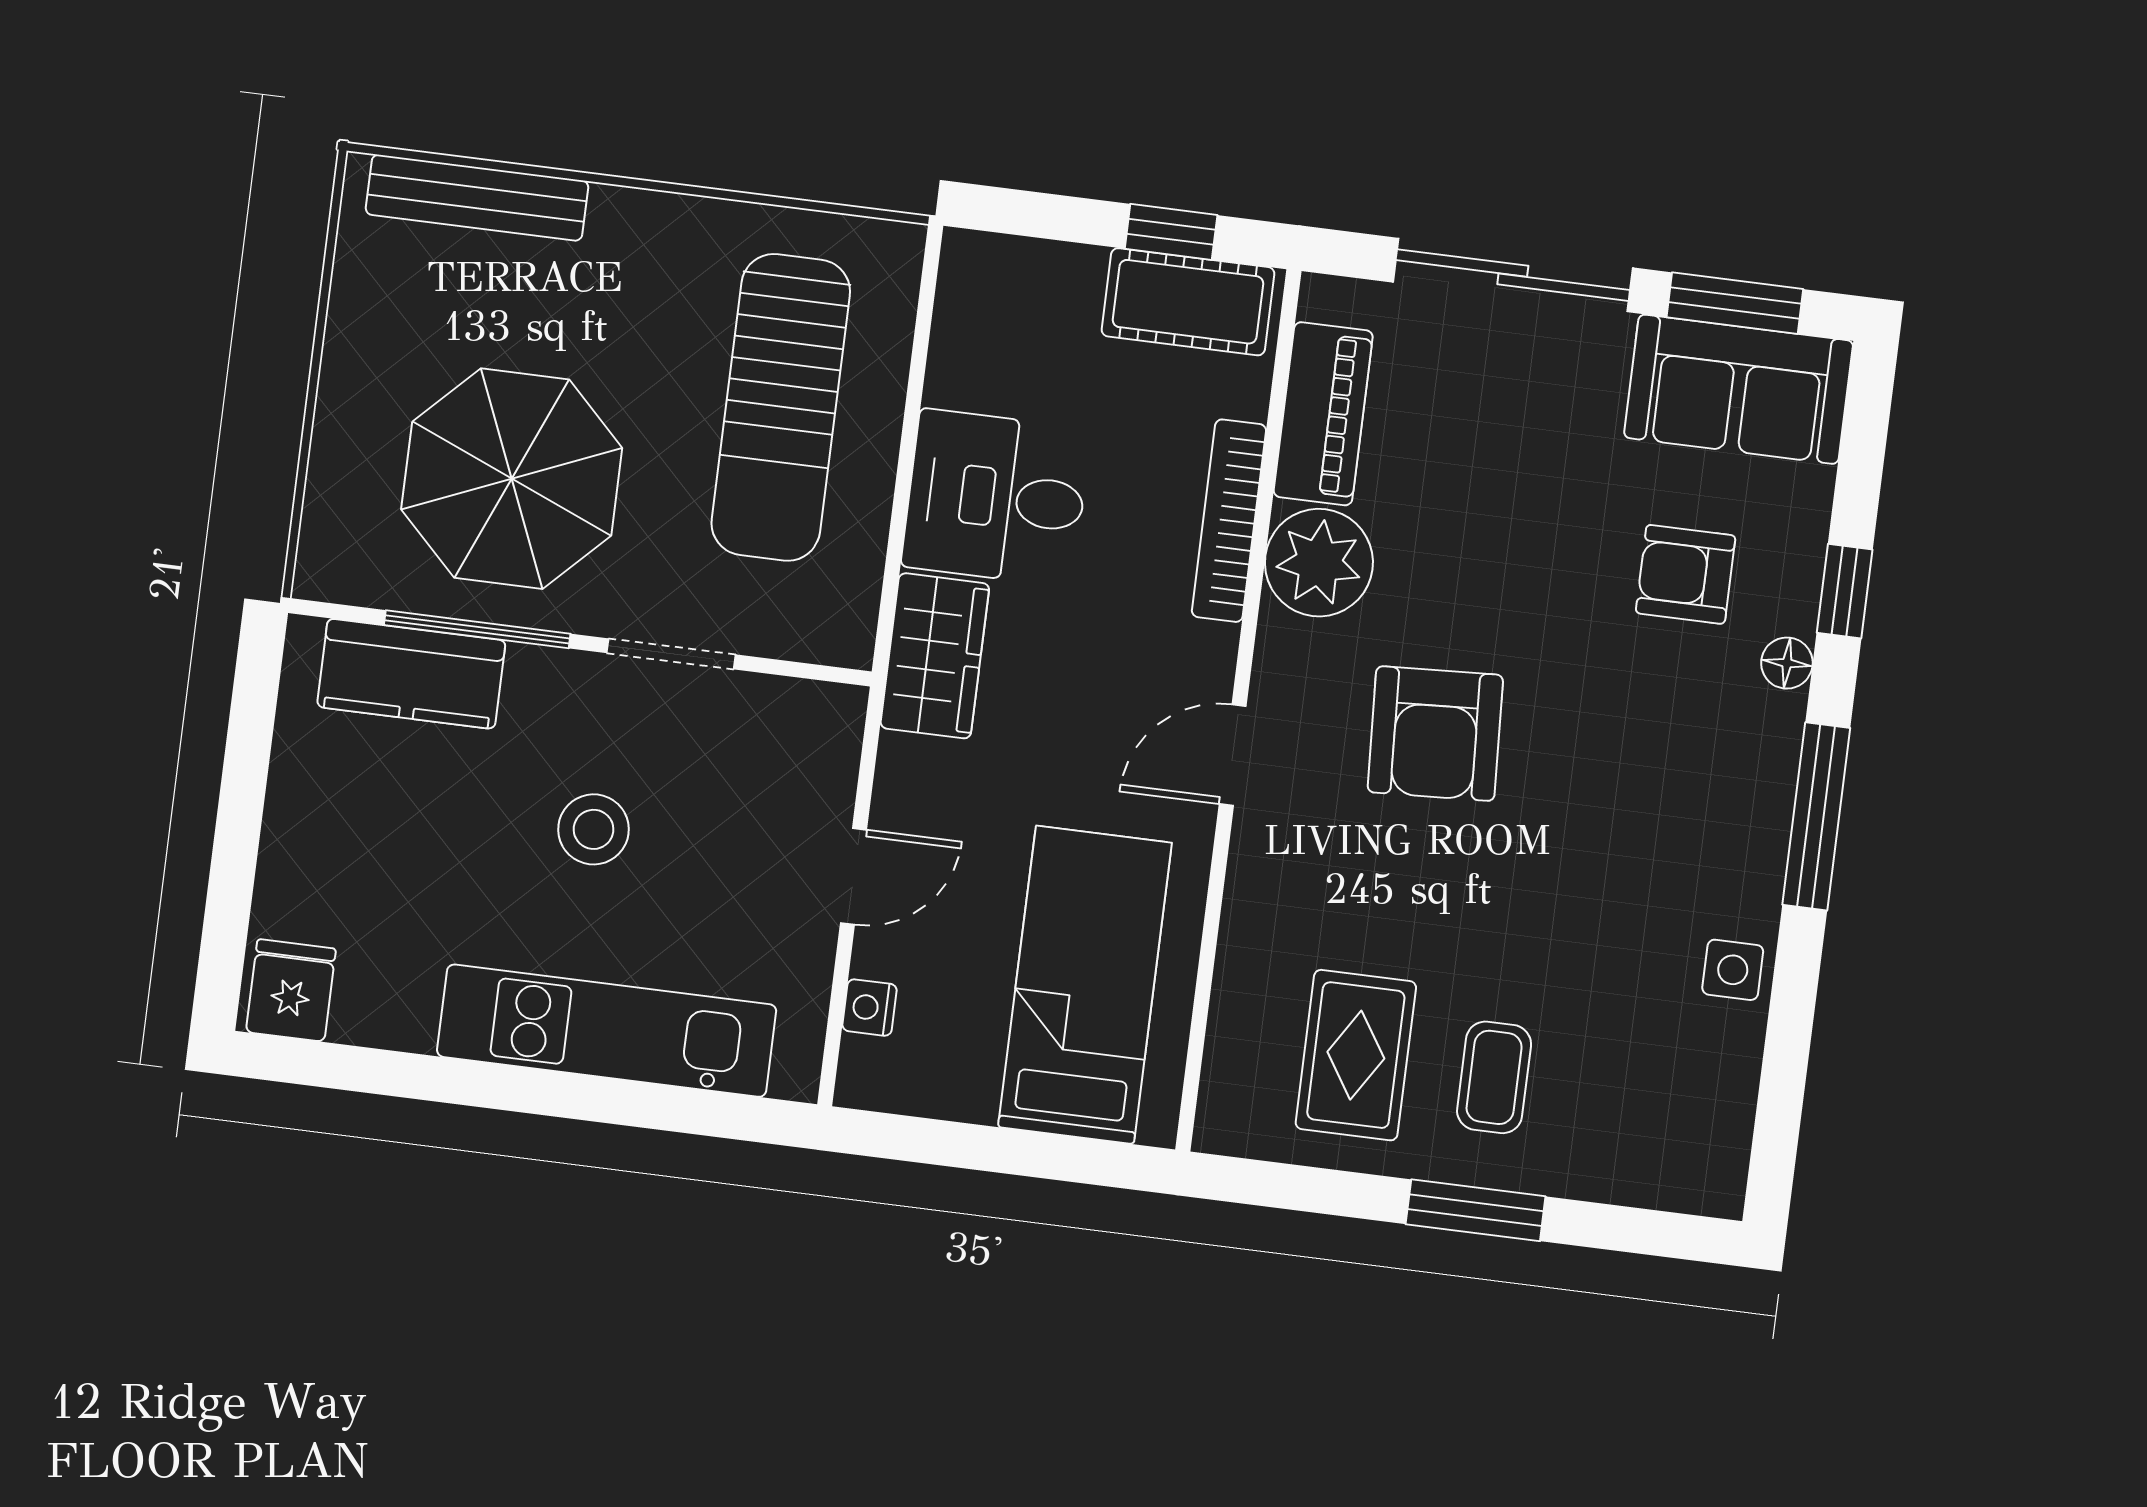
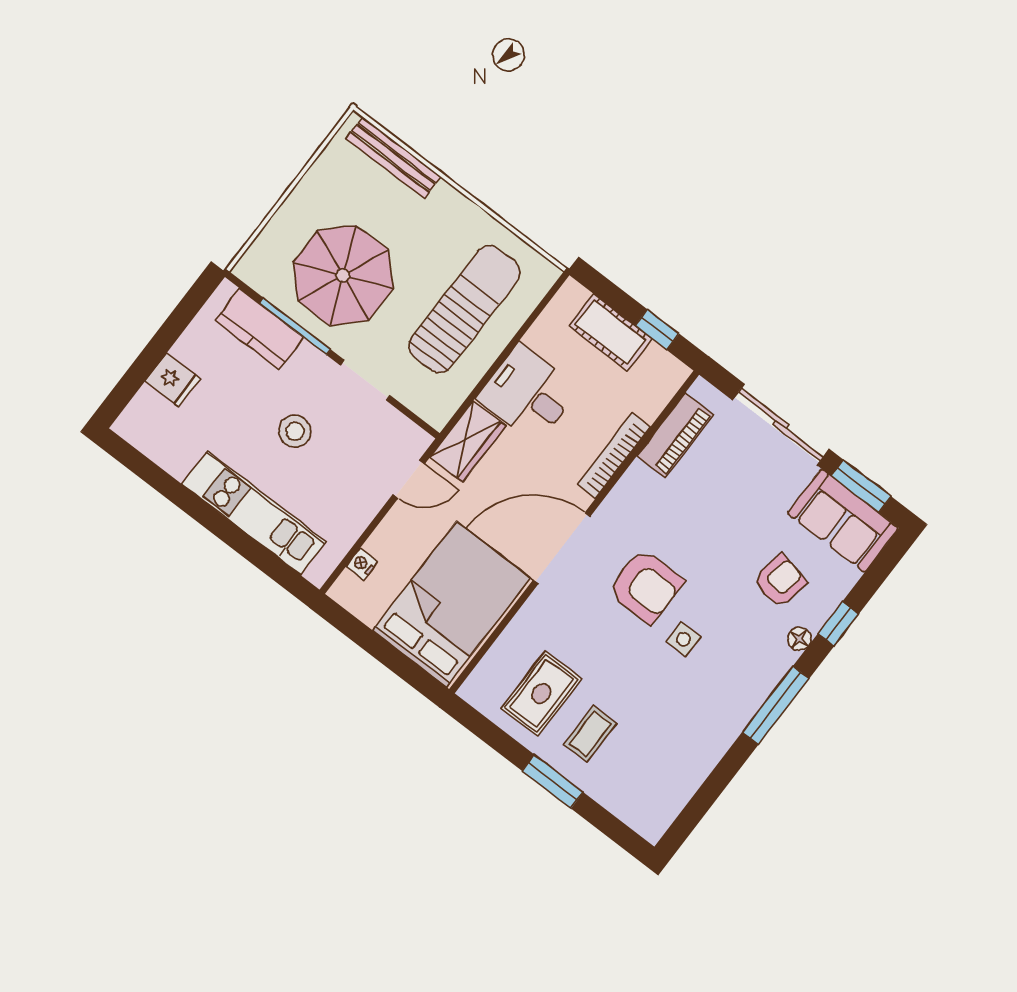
cot: (1188, 302) -> (610, 332), moved
sun lounger: (781, 407) -> (464, 309), turned 180
plant: (1319, 563) -> (639, 493), removed
armchair: (1686, 574) -> (780, 581), turned 101
armchair: (1435, 734) -> (646, 586), turned -87
door: (1233, 755) -> (562, 548), width x1.88
door: (854, 876) -> (409, 479), moved
side table: (1733, 970) -> (683, 639), moved
bed: (1085, 985) -> (451, 604), width x1.50
fridge: (291, 990) -> (173, 380), moved, turned 90

